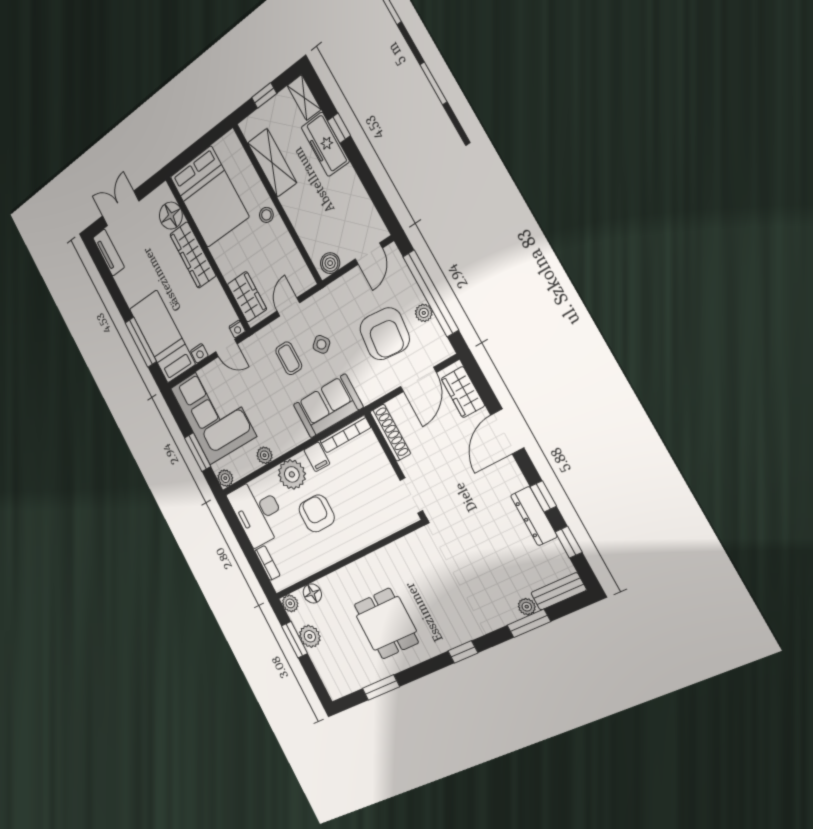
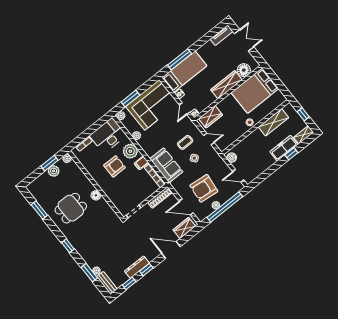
floor lamp: (312, 593) -> (96, 195), moved

